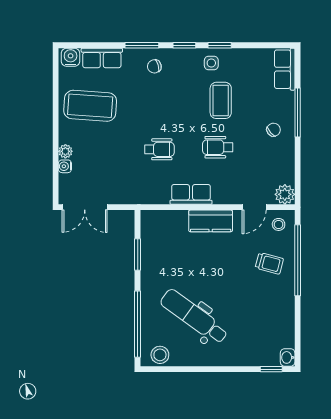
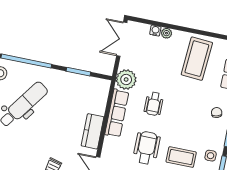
wheelchair: (218, 147) -> (147, 148), width x1.36, depth x1.37
plant: (135, 191) -> (126, 79), added
row of seats: (191, 194) -> (117, 113), width x1.48

